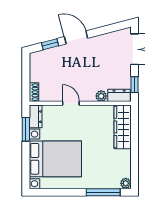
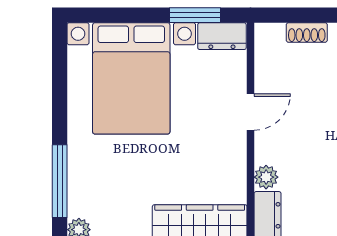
shoe rack: (34, 92) -> (307, 32), moved

